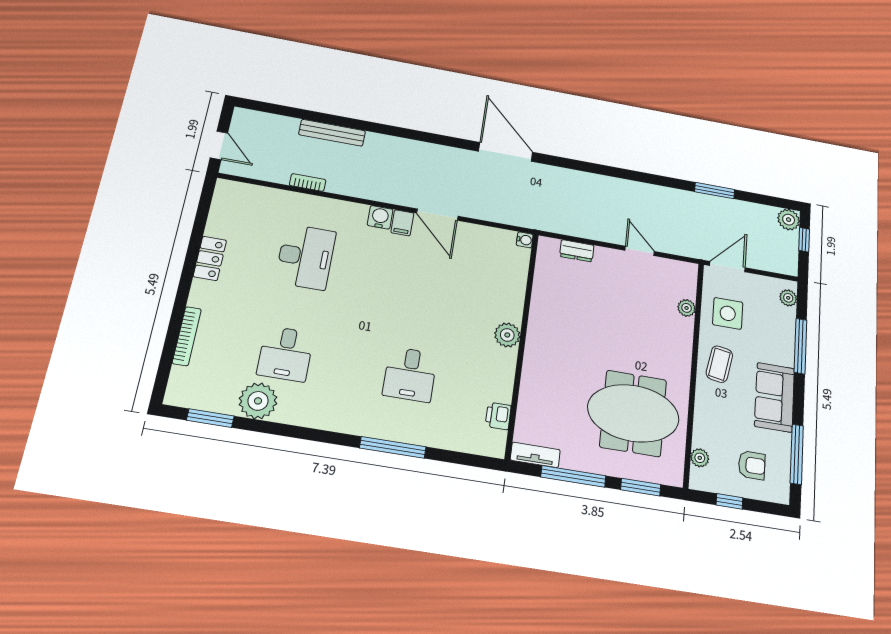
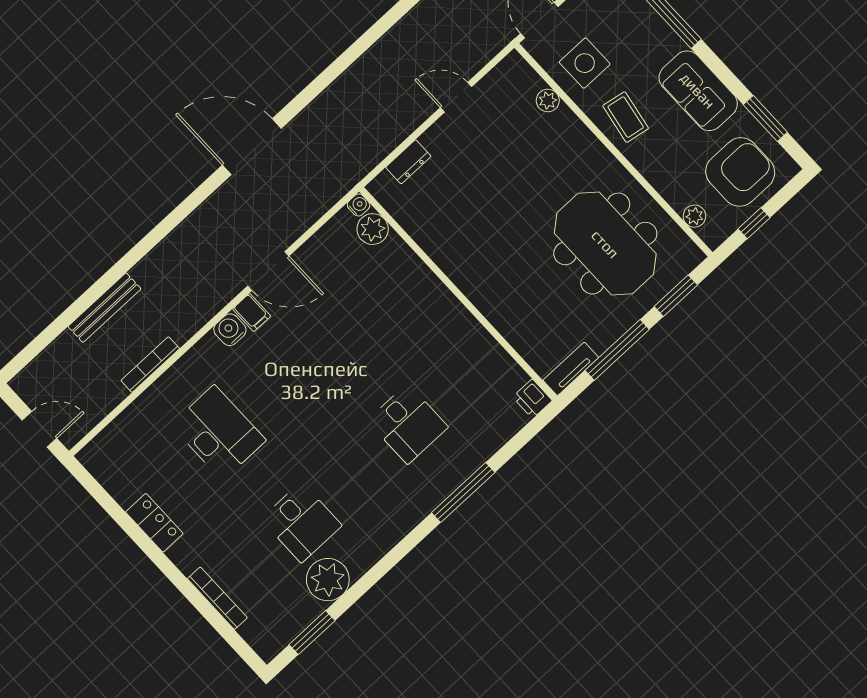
bookcase: (308, 182) -> (150, 365), width x1.56
plant: (507, 335) -> (373, 229), moved
meeting table: (633, 413) -> (605, 244), turned 90
printer: (498, 416) -> (532, 399), moved
window: (797, 454) -> (765, 118), width x0.69
armchair: (752, 465) -> (740, 172), width x1.88, depth x1.88

